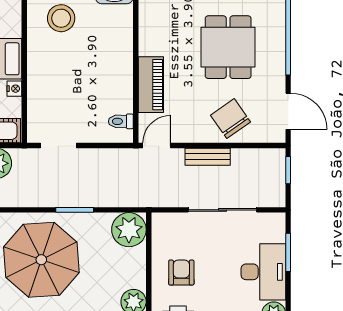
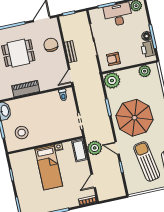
piano: (151, 85) -> (26, 89), moved
chair: (230, 119) -> (51, 45), turned 125
door: (157, 146) -> (71, 76), hinge flipped
armchair: (181, 273) -> (113, 59), moved

